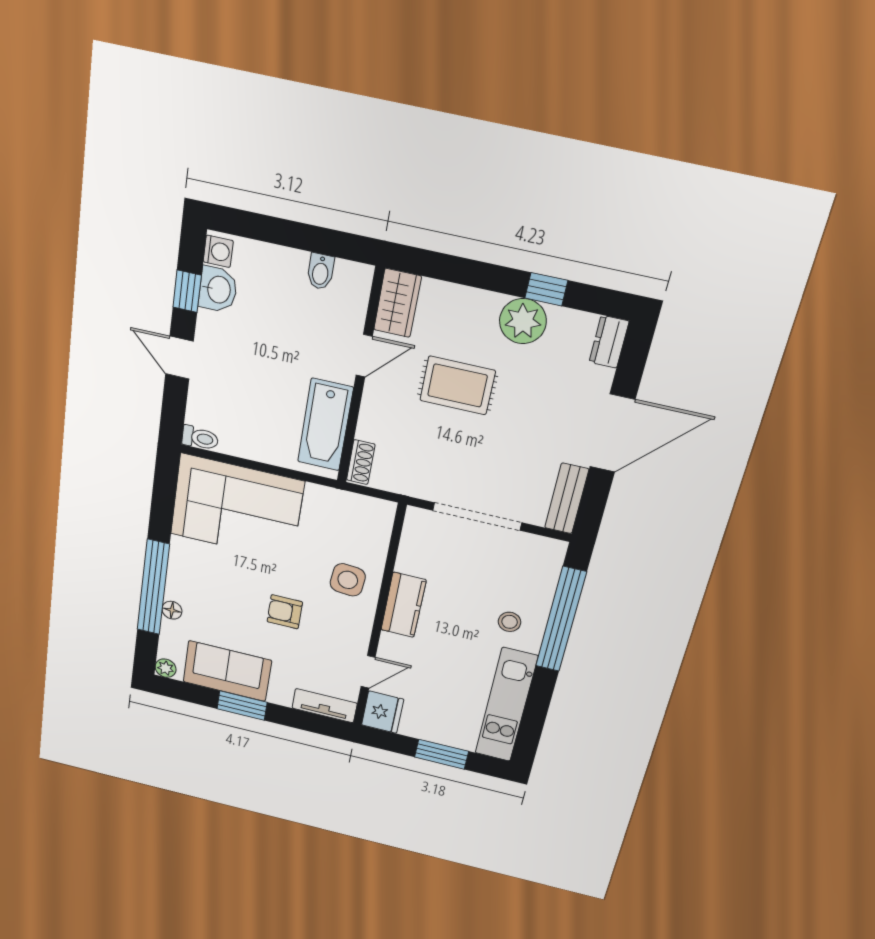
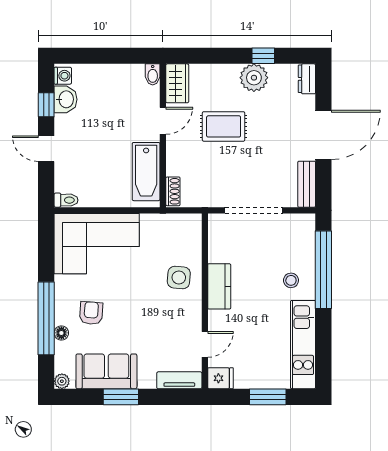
bidet: (321, 271) -> (153, 74), moved
armchair: (285, 612) -> (91, 313), moved, turned 94
fridge: (383, 712) -> (220, 378), width x0.72

